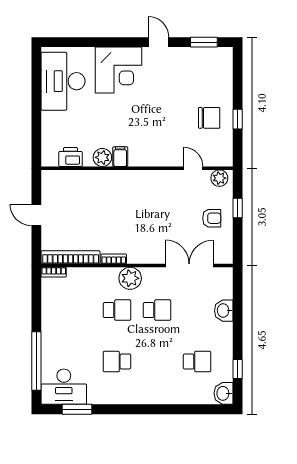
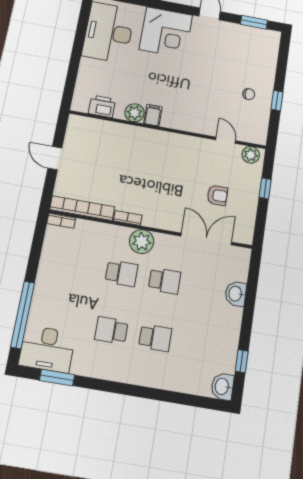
chair: (209, 118) -> (249, 94), width x0.54, depth x0.54
armchair: (212, 218) -> (217, 195), moved
school desk: (197, 362) -> (155, 338), moved

